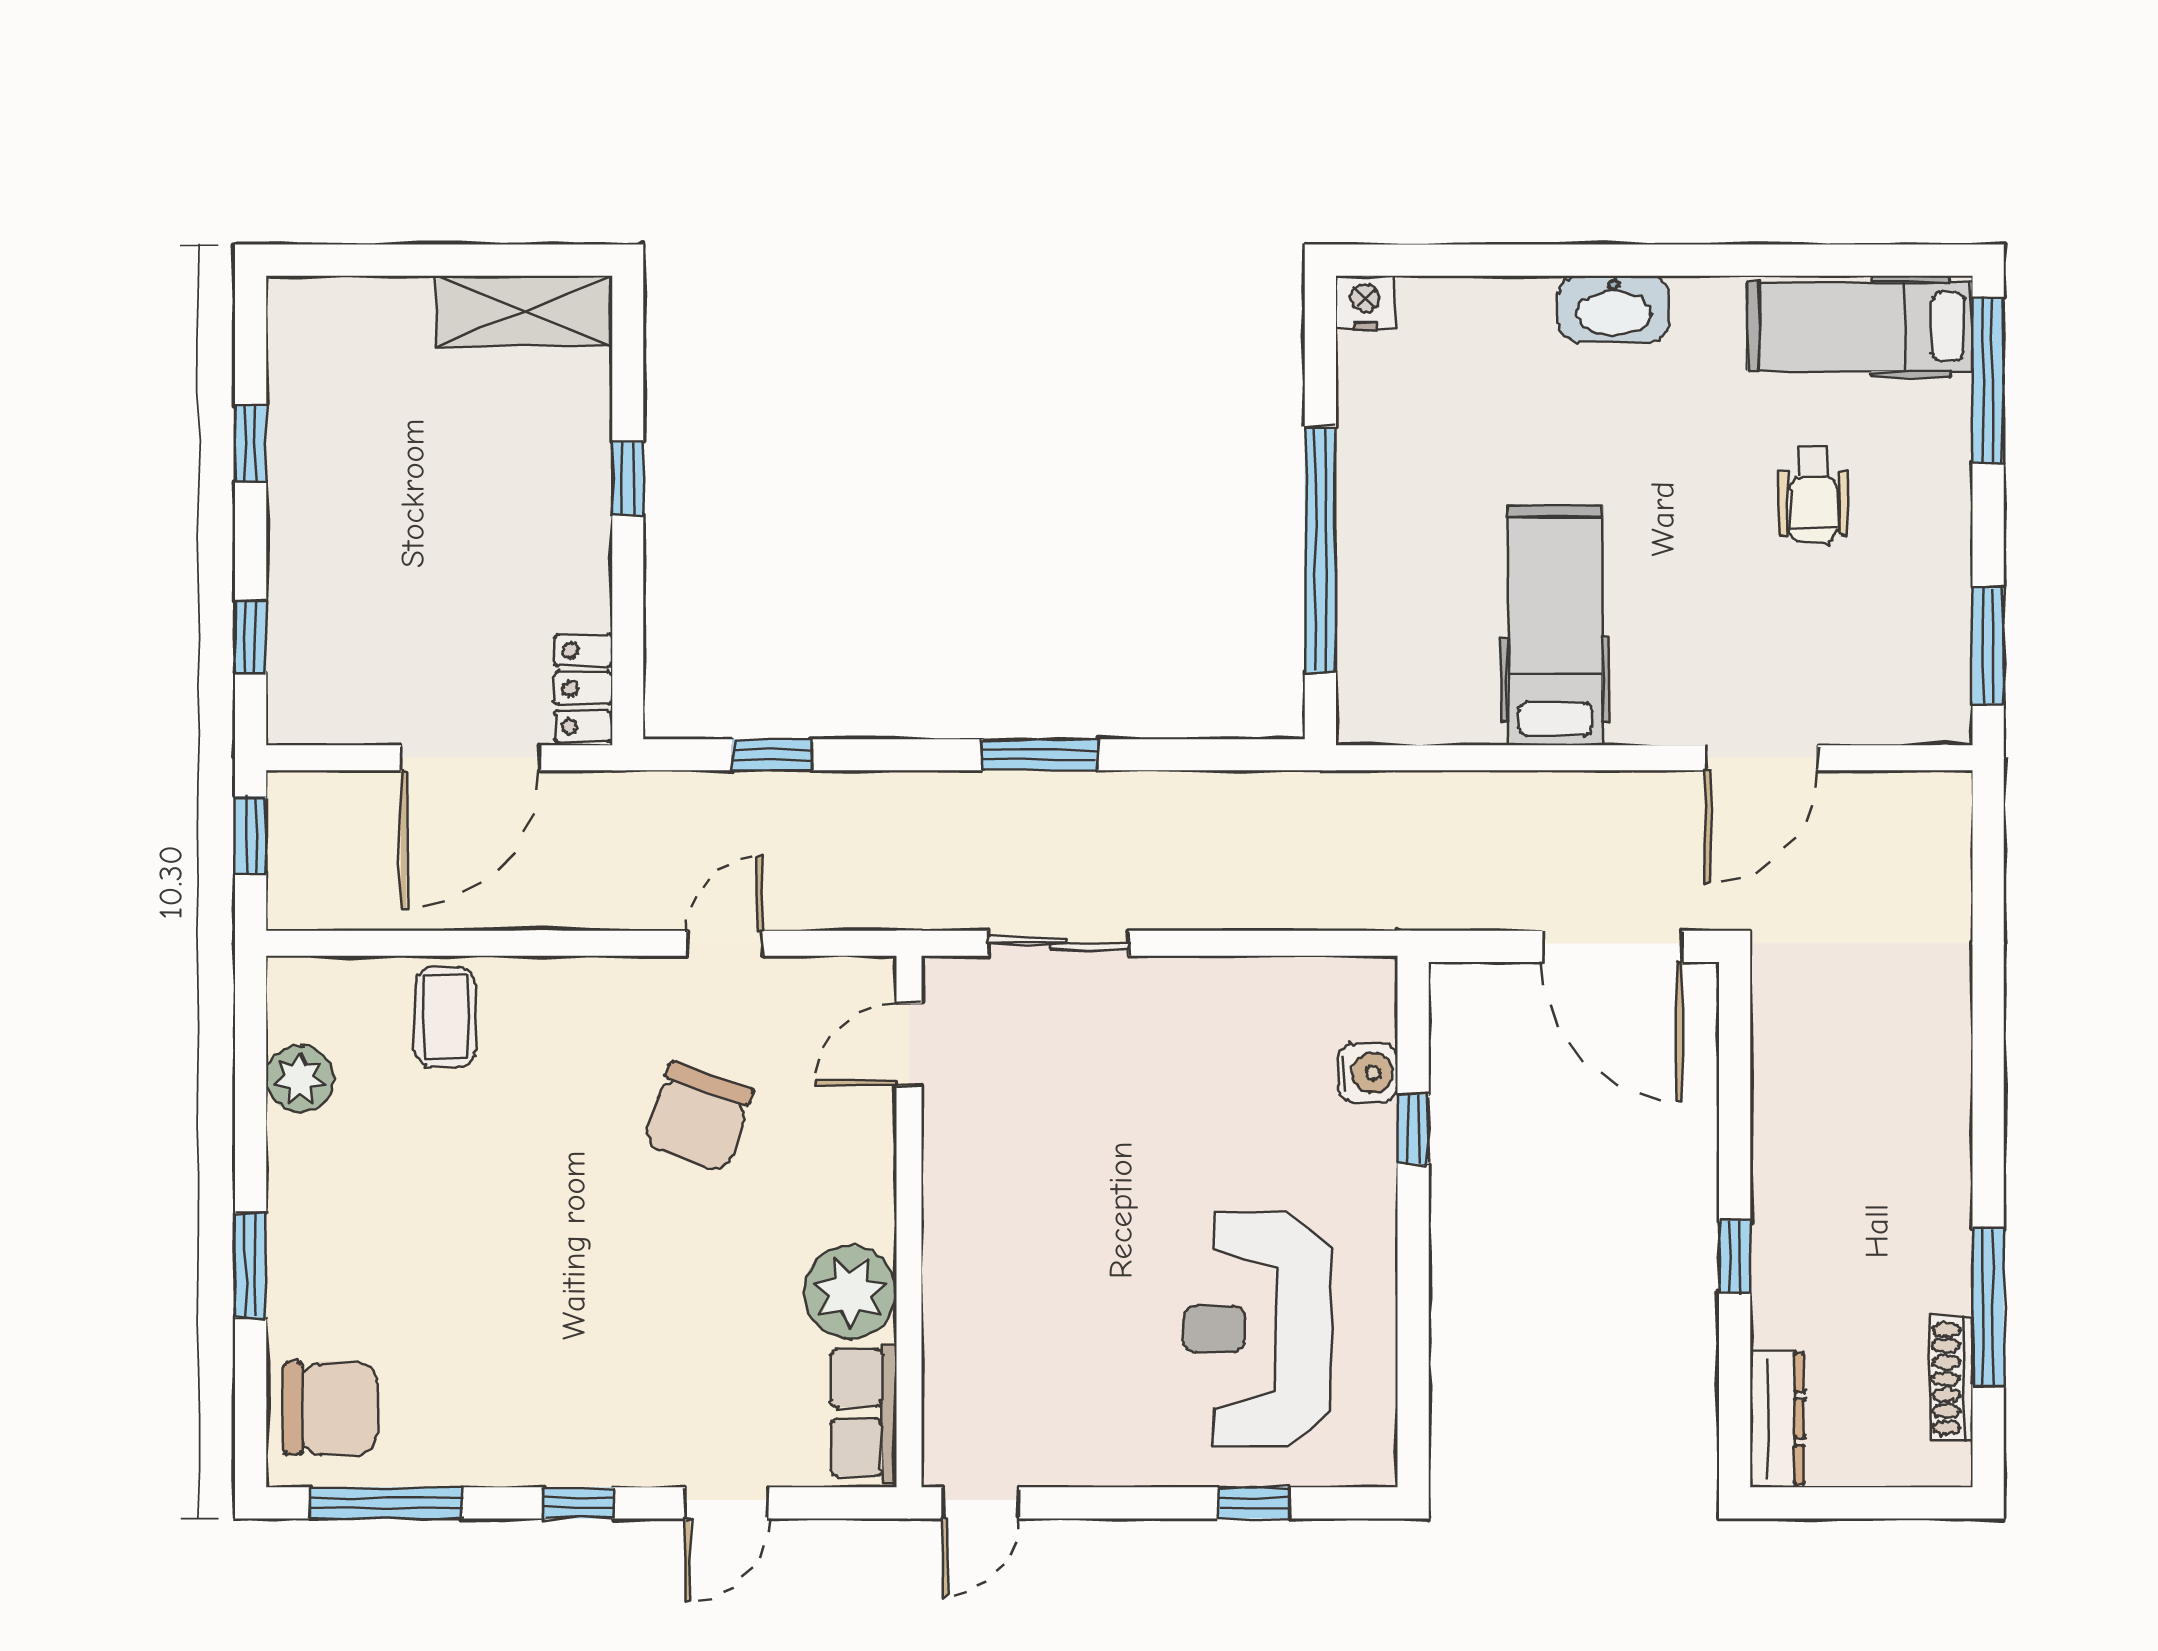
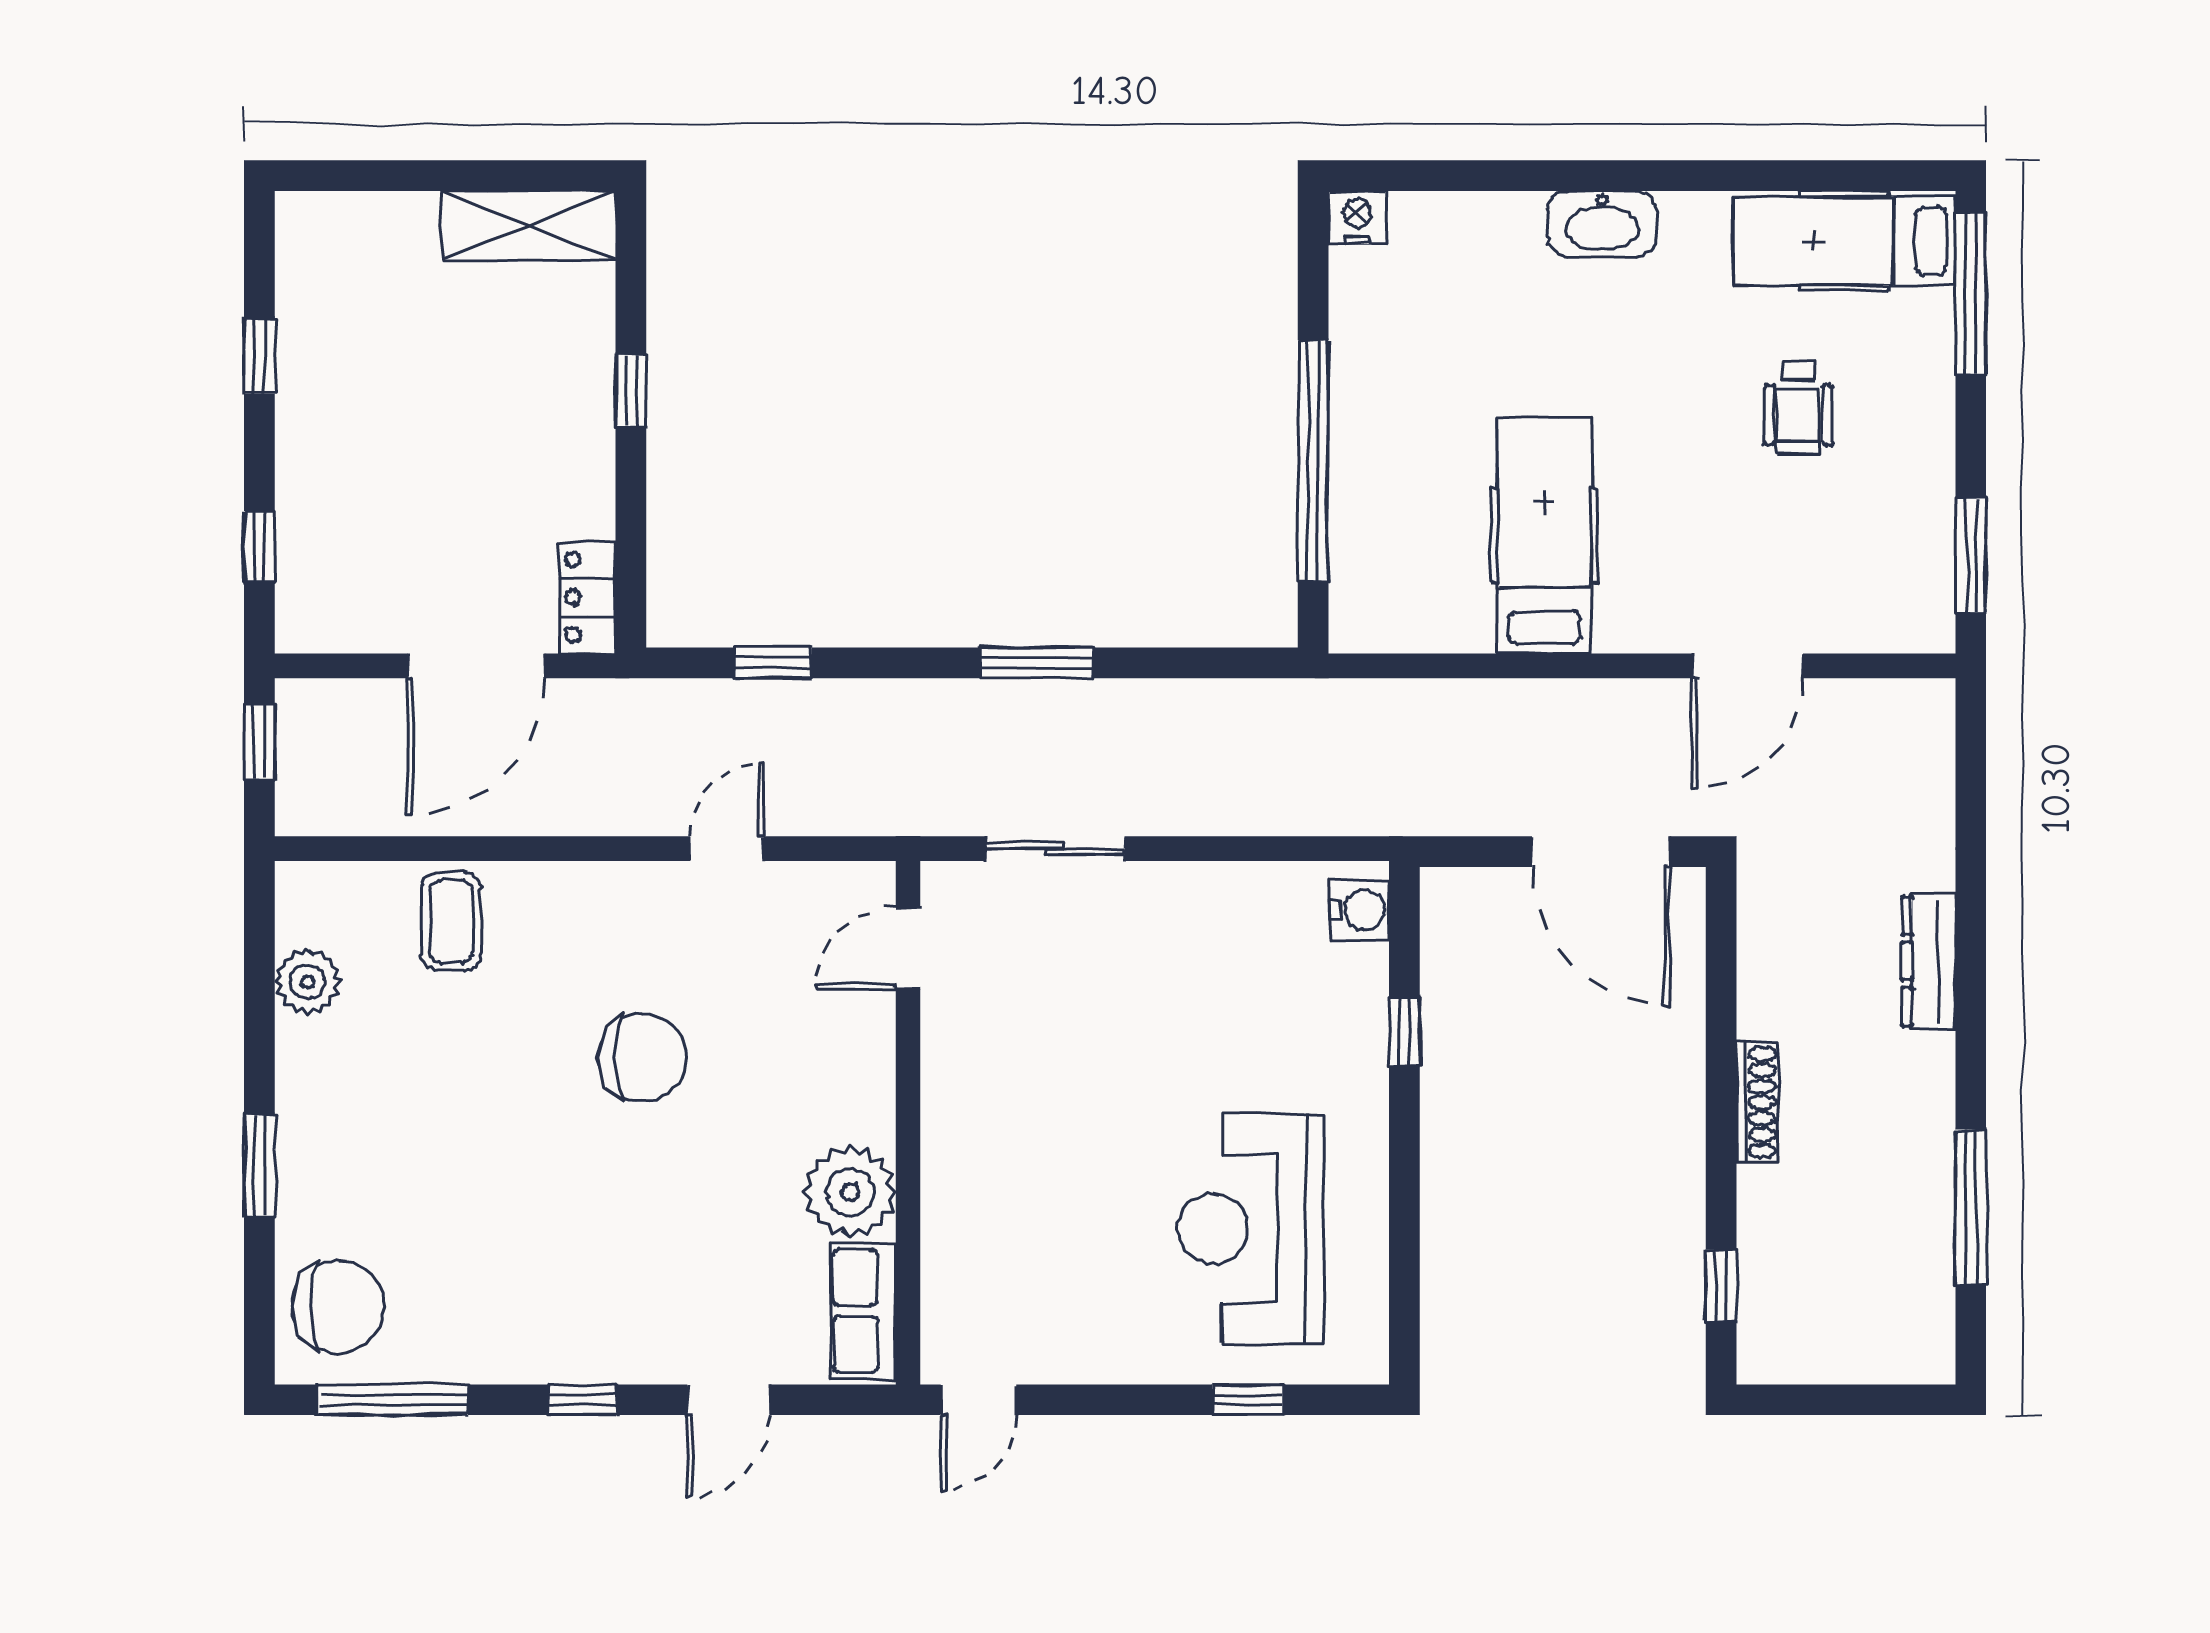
water cooler: (1368, 1073) -> (1360, 910), moved
chair: (698, 1117) -> (642, 1057), moved, turned -109
window: (1735, 1257) -> (1721, 1286), moved
shoe rack: (1951, 1379) -> (1757, 1103), moved, turned 180
dresser: (1777, 1418) -> (1929, 961), moved, turned 180

